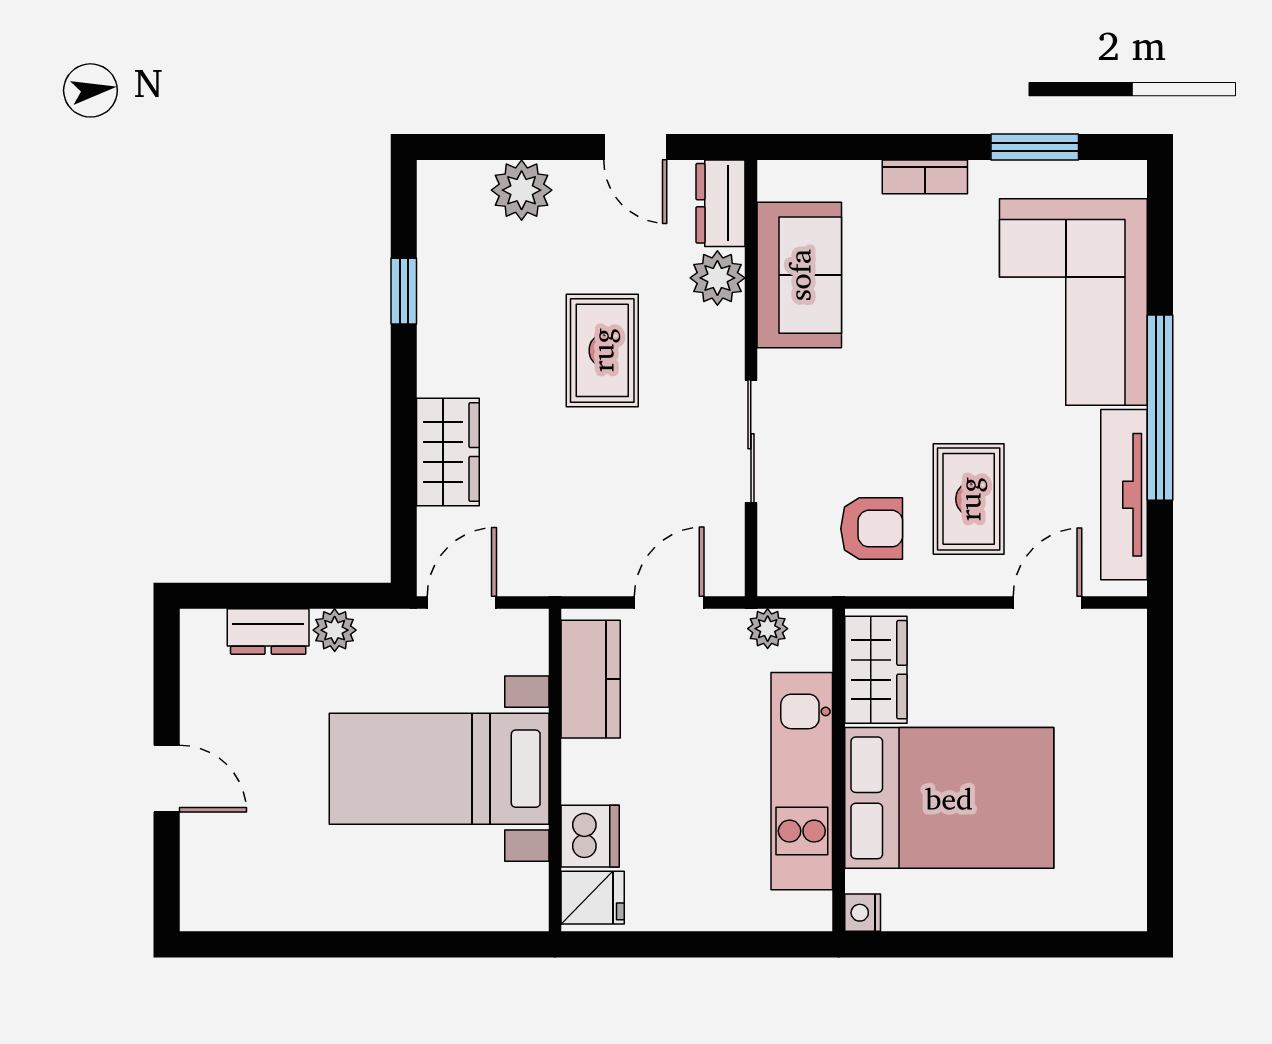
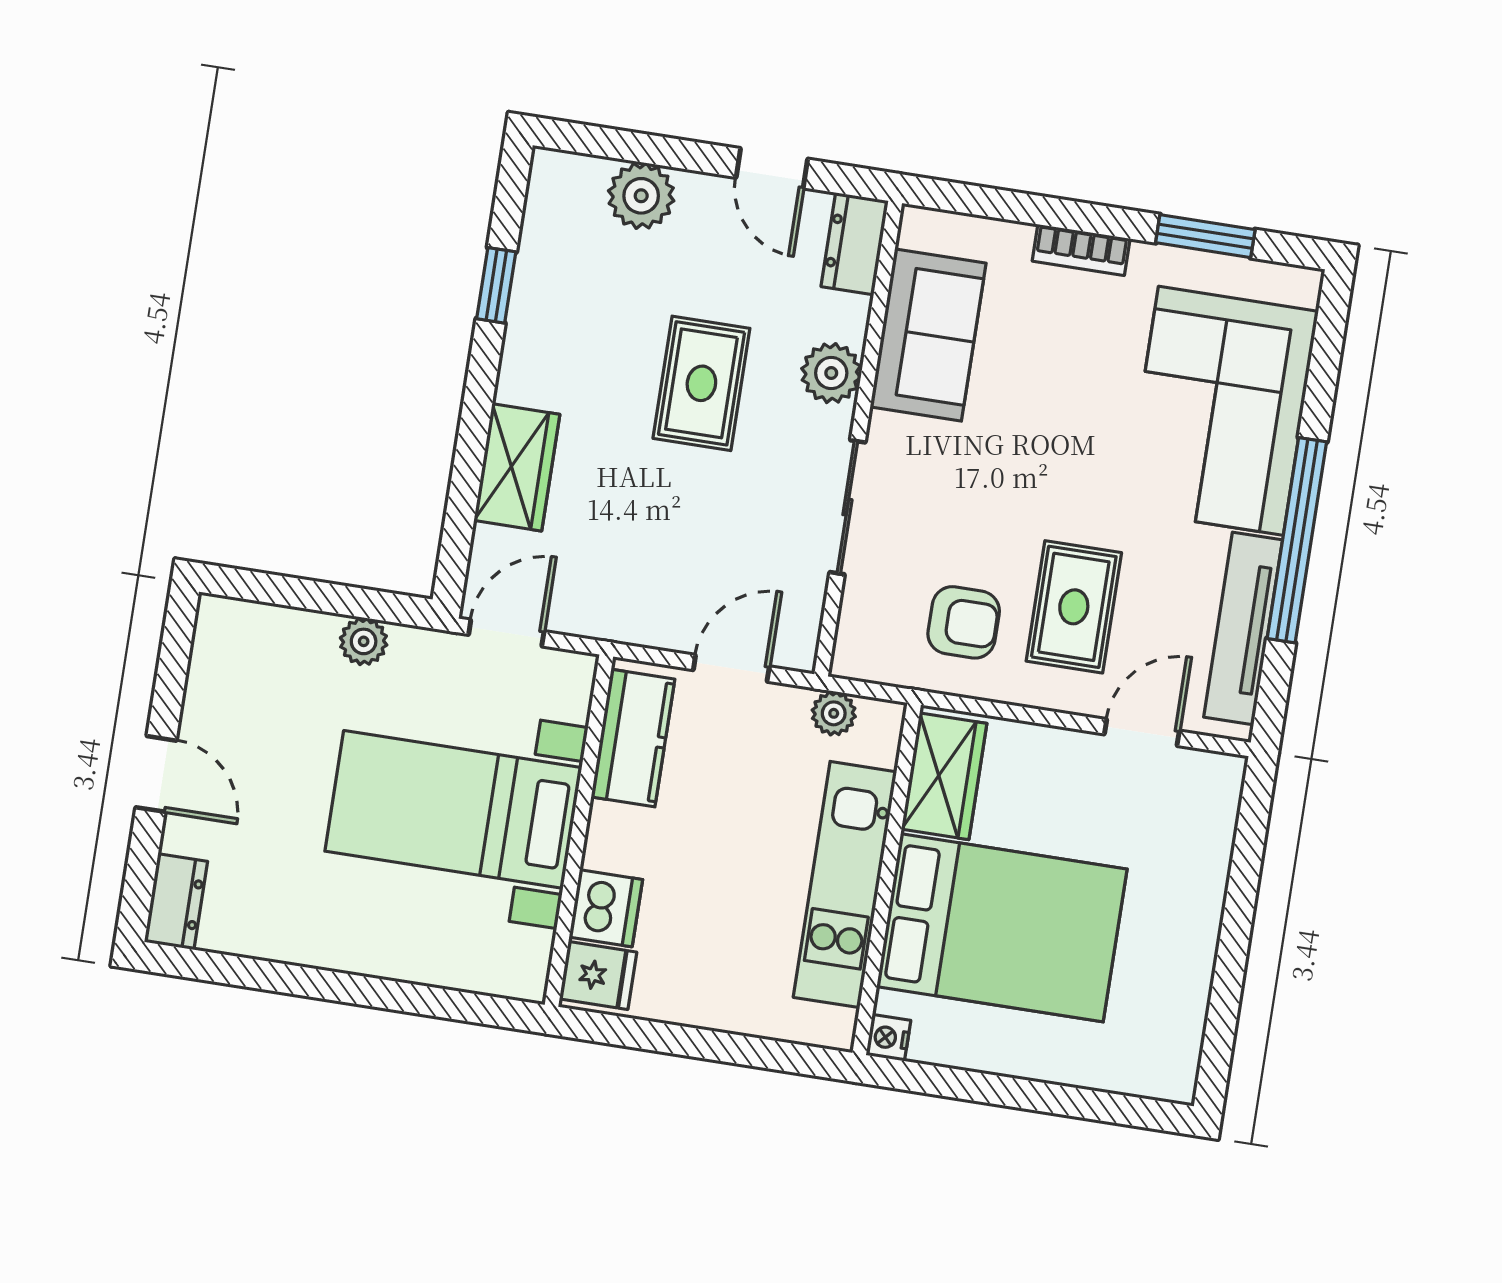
plant: (717, 278) -> (831, 373), moved
dresser: (268, 632) -> (176, 902), moved, turned -90

